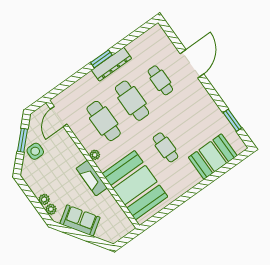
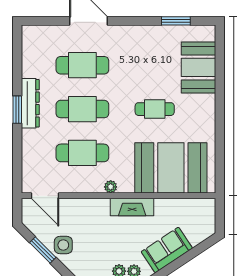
cafe table: (160, 80) -> (82, 65), width x1.37, depth x1.35

